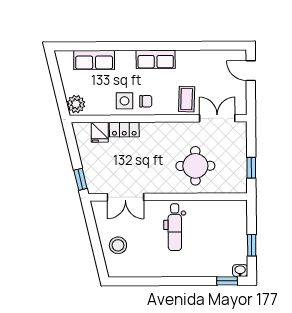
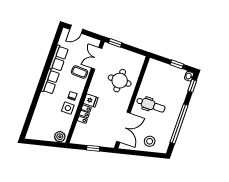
row of seats: (94, 60) -> (59, 58), moved
fridge: (100, 132) -> (91, 100), moved
window: (251, 168) -> (115, 43), moved
window: (80, 179) -> (93, 148), moved
double door: (125, 197) -> (123, 127), width x1.37
window: (161, 281) -> (179, 124), added

